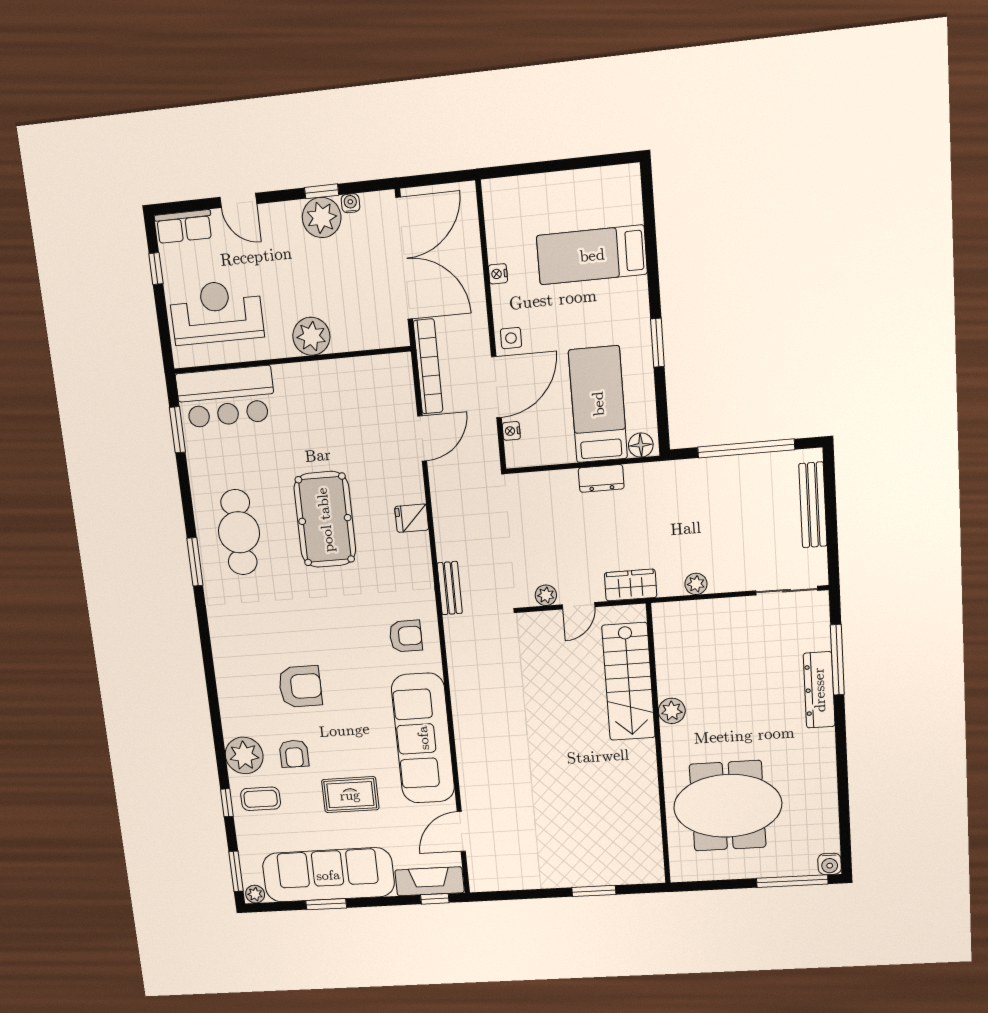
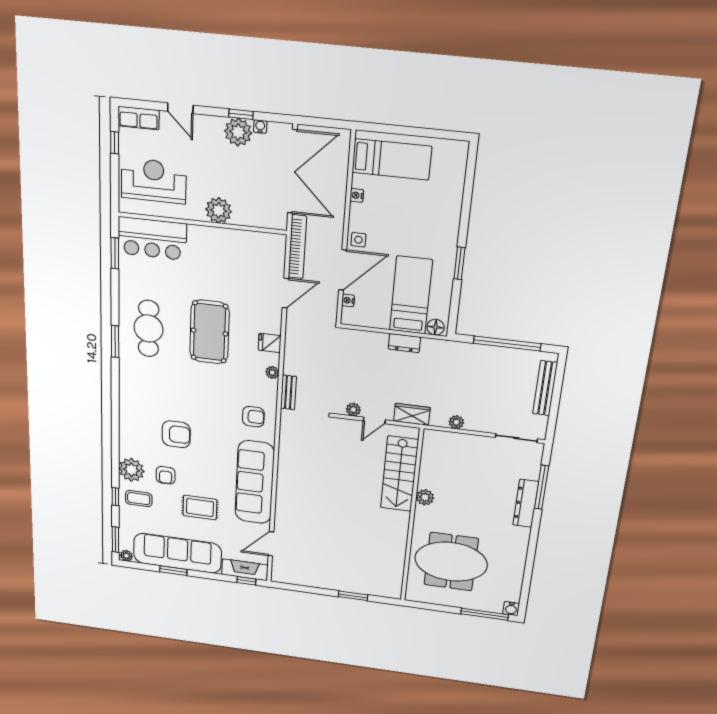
bed: (592, 255) -> (392, 159), moved, turned 180
plant: (422, 562) -> (272, 373), added

